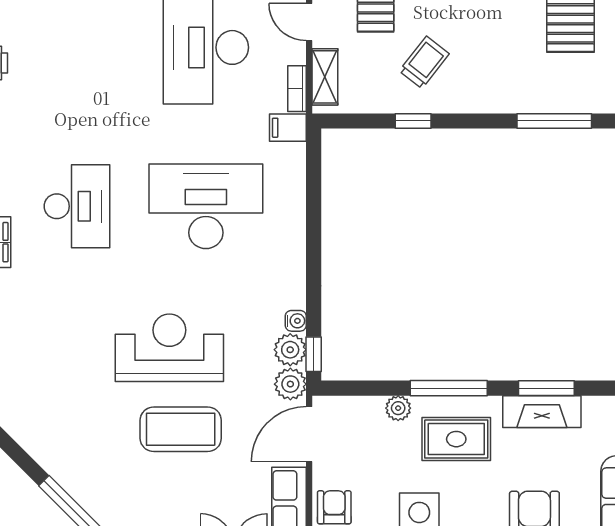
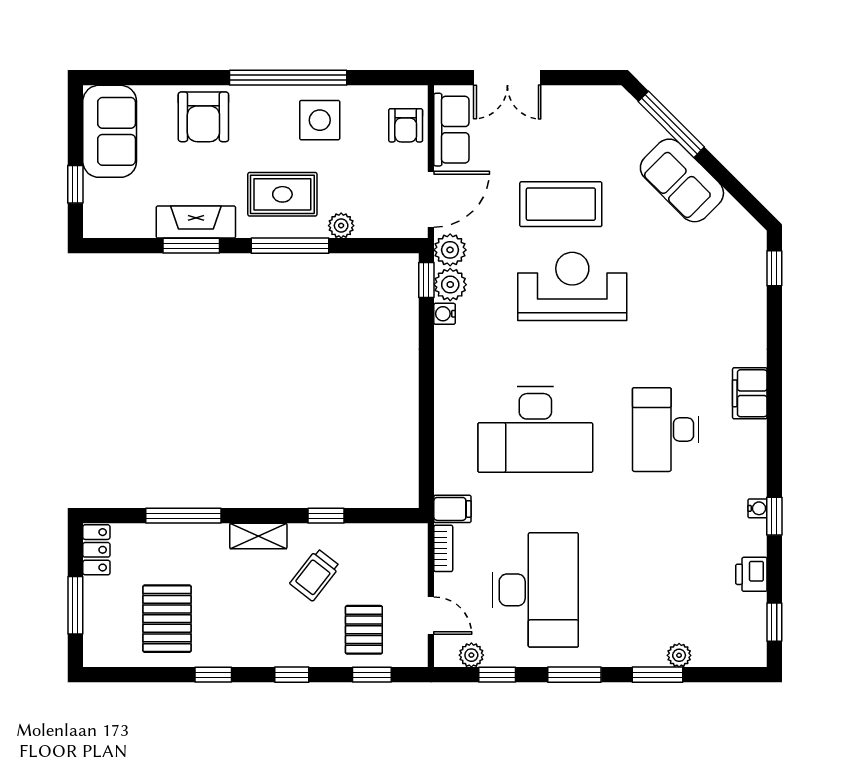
shelving: (325, 77) -> (258, 536), moved, turned 90
reception desk: (169, 348) -> (572, 286), turned 180
sofa: (61, 453) -> (682, 180), added

